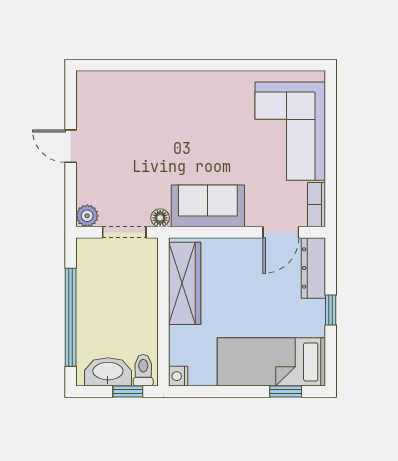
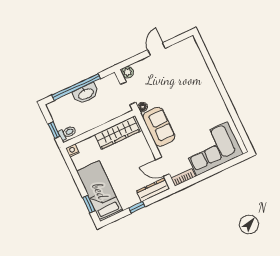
washbasin: (108, 372) -> (86, 94), moved, turned 90

